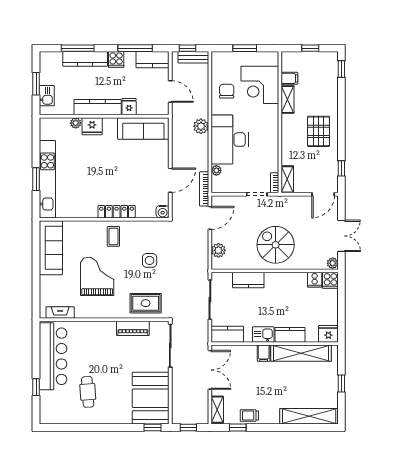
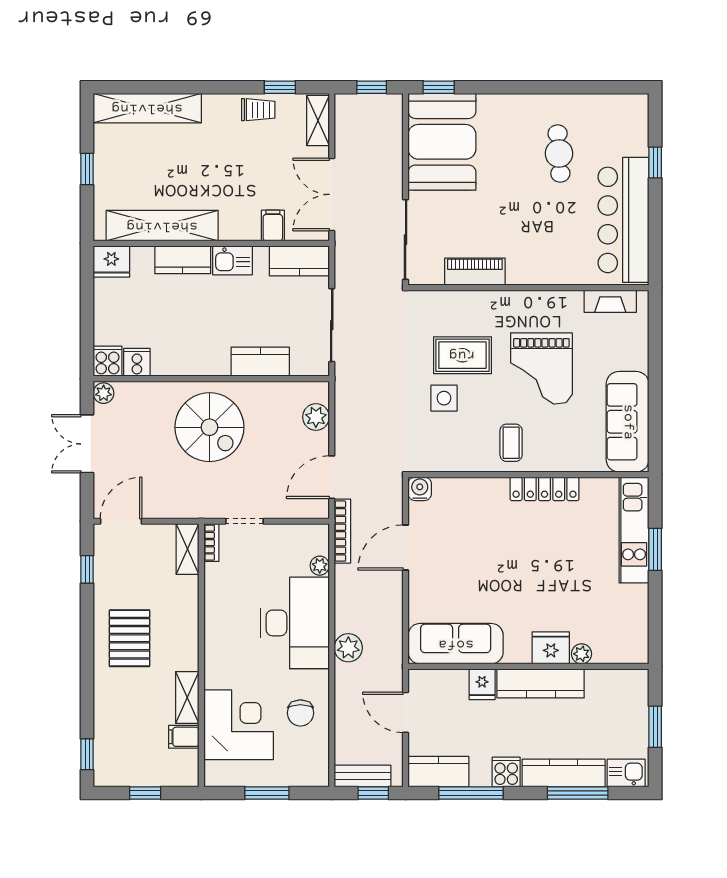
kitchen sink: (47, 96) -> (626, 773), moved, turned 90
kitchen unit: (47, 179) -> (634, 530), width x0.73
locker: (117, 212) -> (544, 489), moved
rug: (146, 303) -> (462, 355), moved
filing cabinet: (264, 353) -> (273, 226), moved

